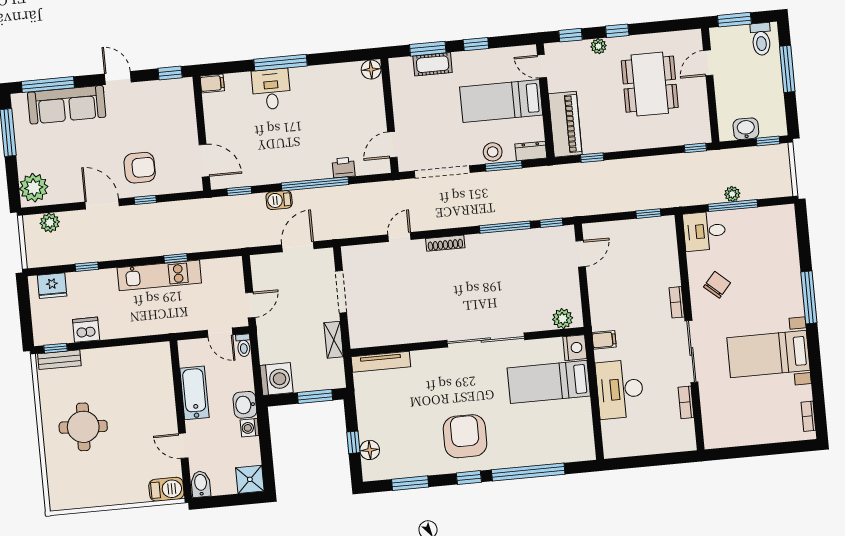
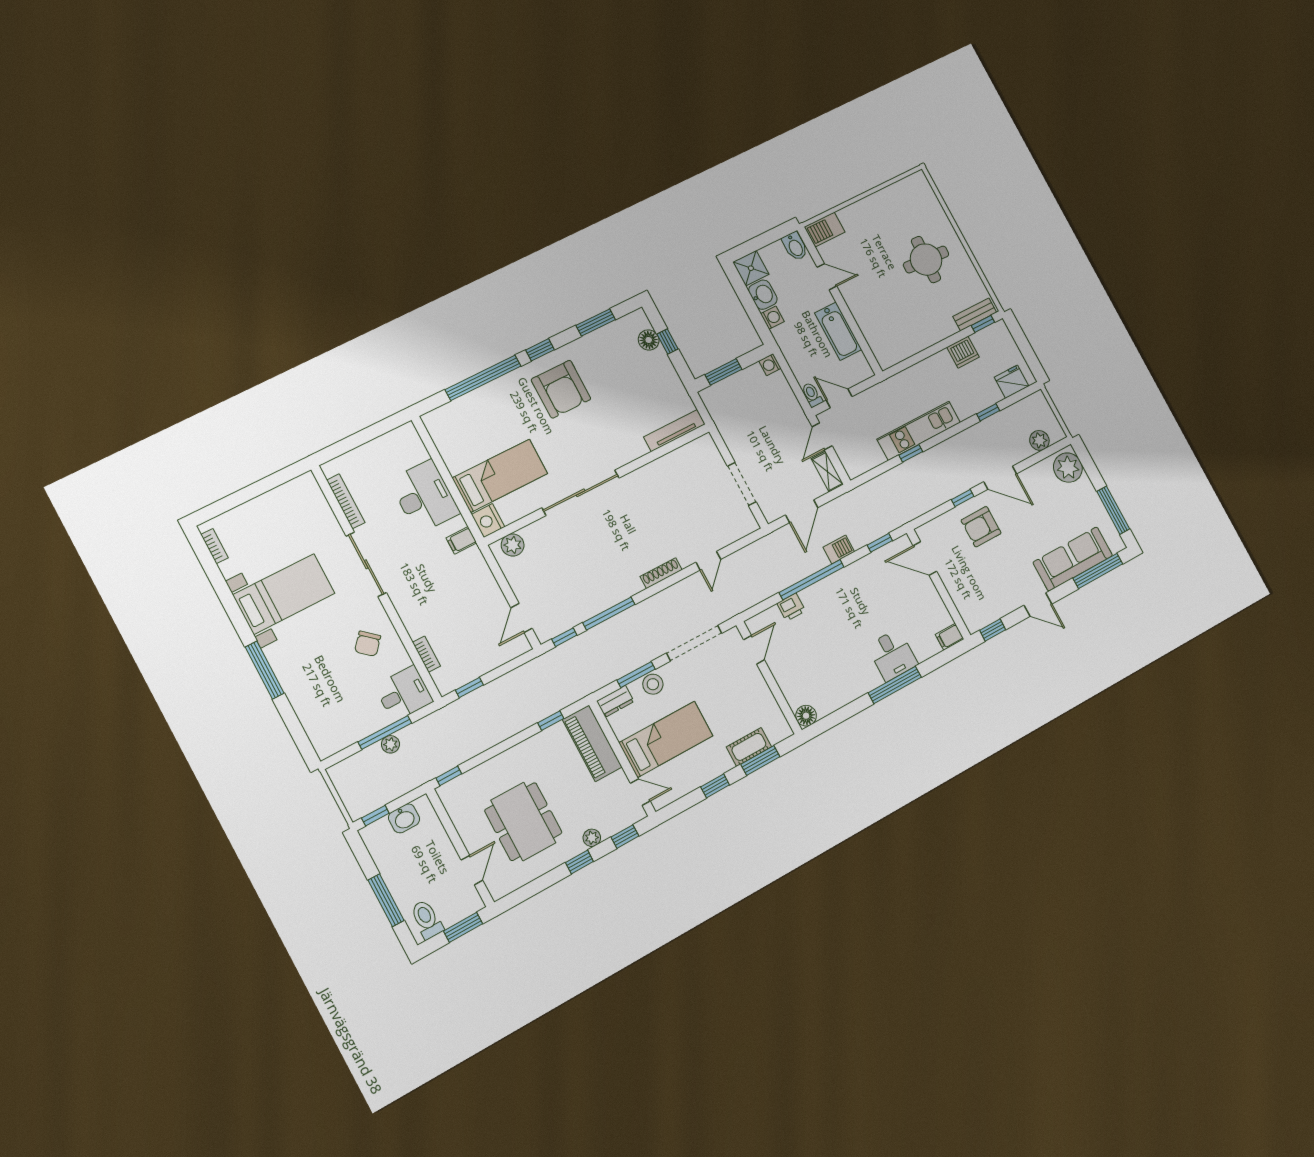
bookcase: (677, 302) -> (426, 654), moved
shelving: (334, 340) -> (827, 472), moved
washing machine: (277, 379) -> (770, 365), width x0.53, depth x0.53
bookcase: (686, 402) -> (346, 501), width x1.56
washbasin: (245, 405) -> (763, 295), moved

